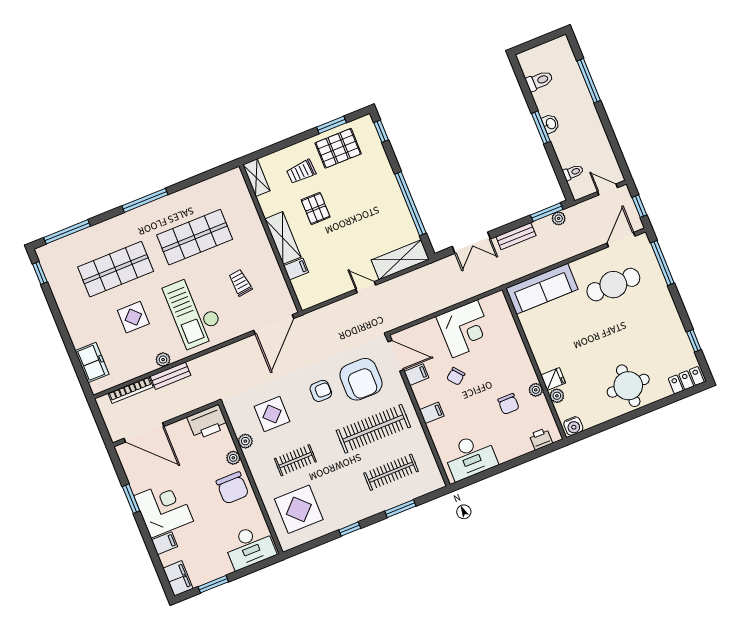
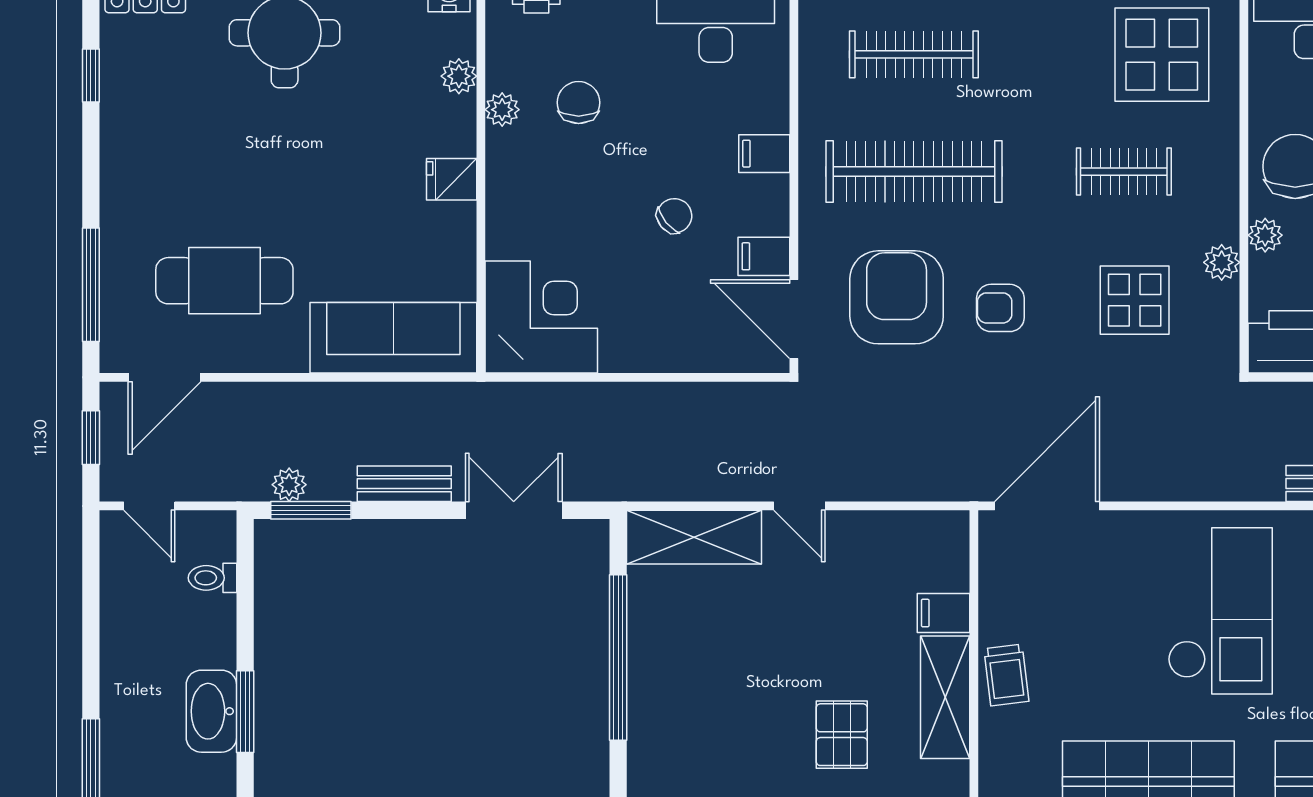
washbasin: (551, 124) -> (211, 711), width x1.91, depth x1.45
trolley: (240, 283) -> (1006, 675), moved
corner desk: (465, 329) -> (541, 317), moved, turned 90
fridge: (553, 379) -> (452, 179), moved

